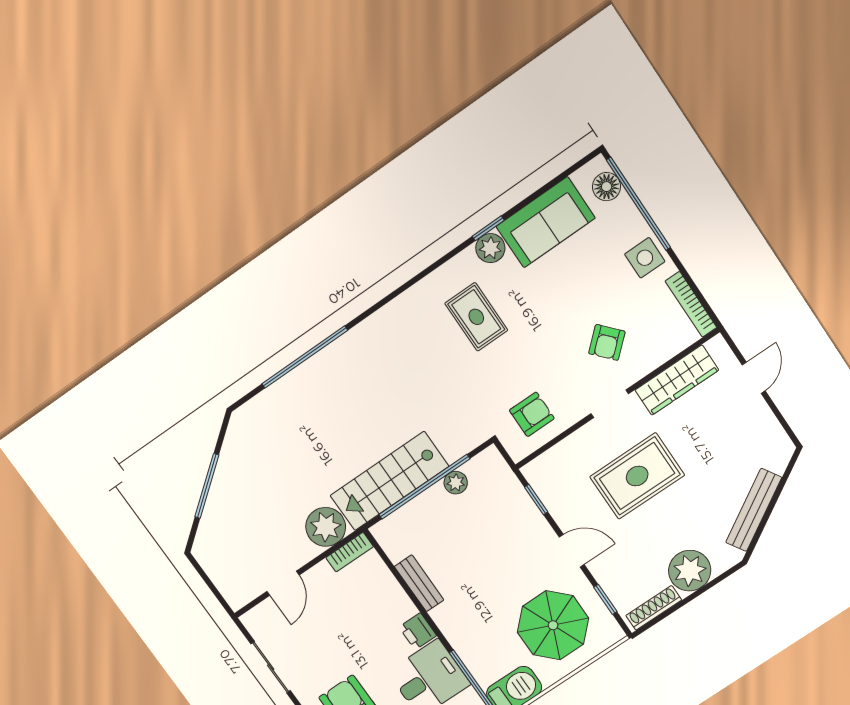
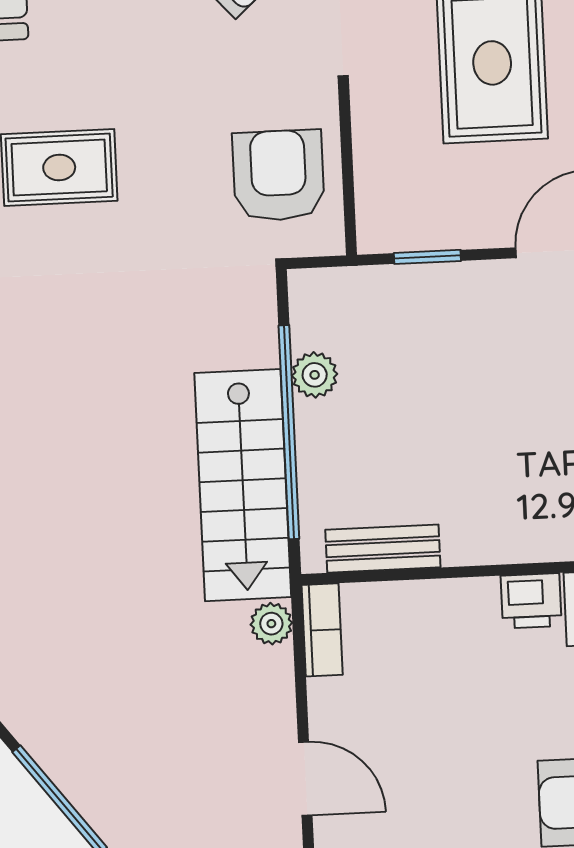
armchair: (532, 414) -> (278, 175), width x1.38, depth x1.38
plant: (326, 527) -> (271, 624), width x0.53, depth x0.53
bench: (419, 583) -> (383, 549), moved

